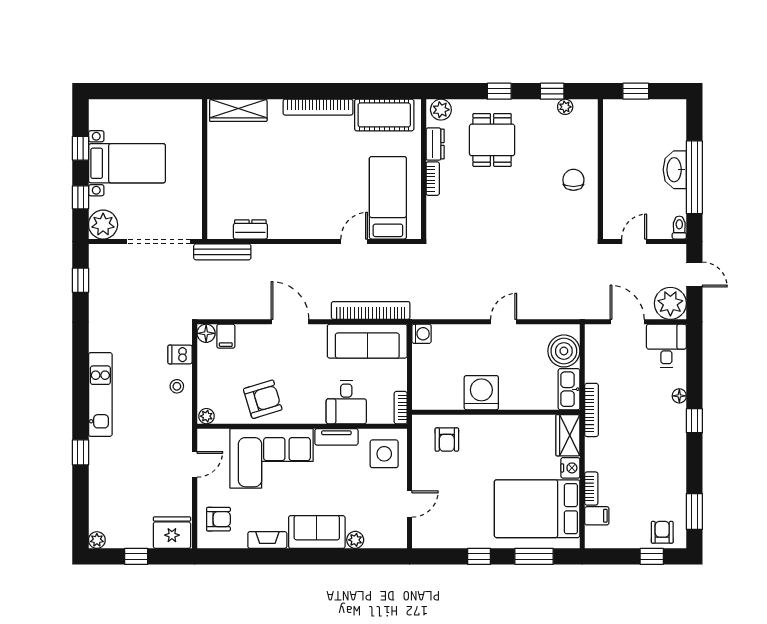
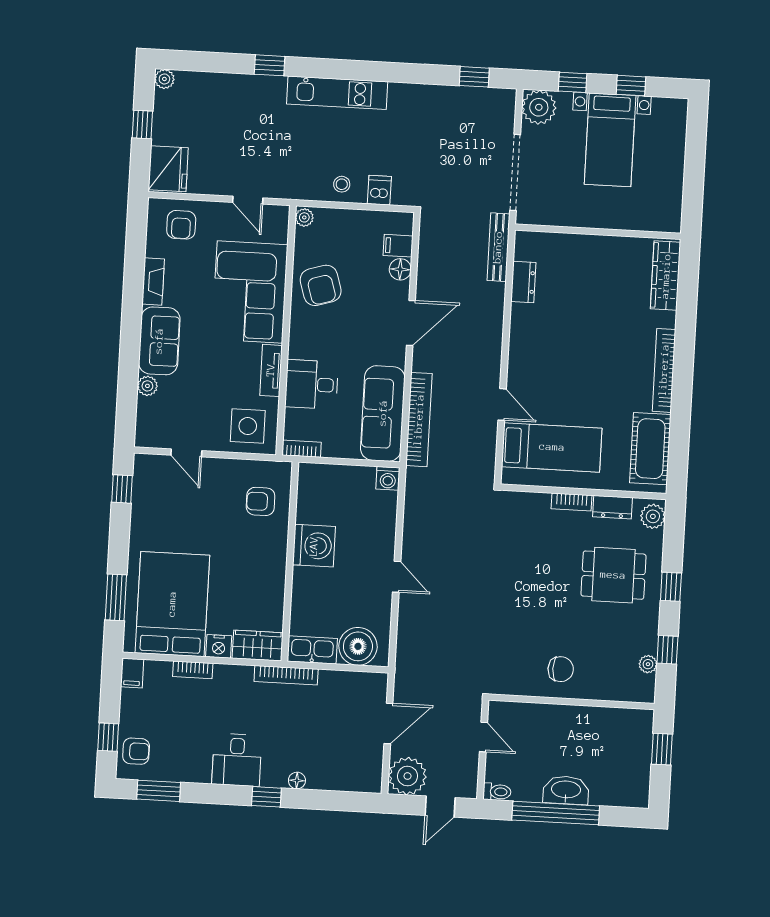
floor lamp: (206, 333) -> (400, 269), moved
desk: (666, 346) -> (237, 760), moved, turned 90
filing cabinet: (597, 516) -> (132, 673), moved
window: (479, 556) -> (122, 489), moved

